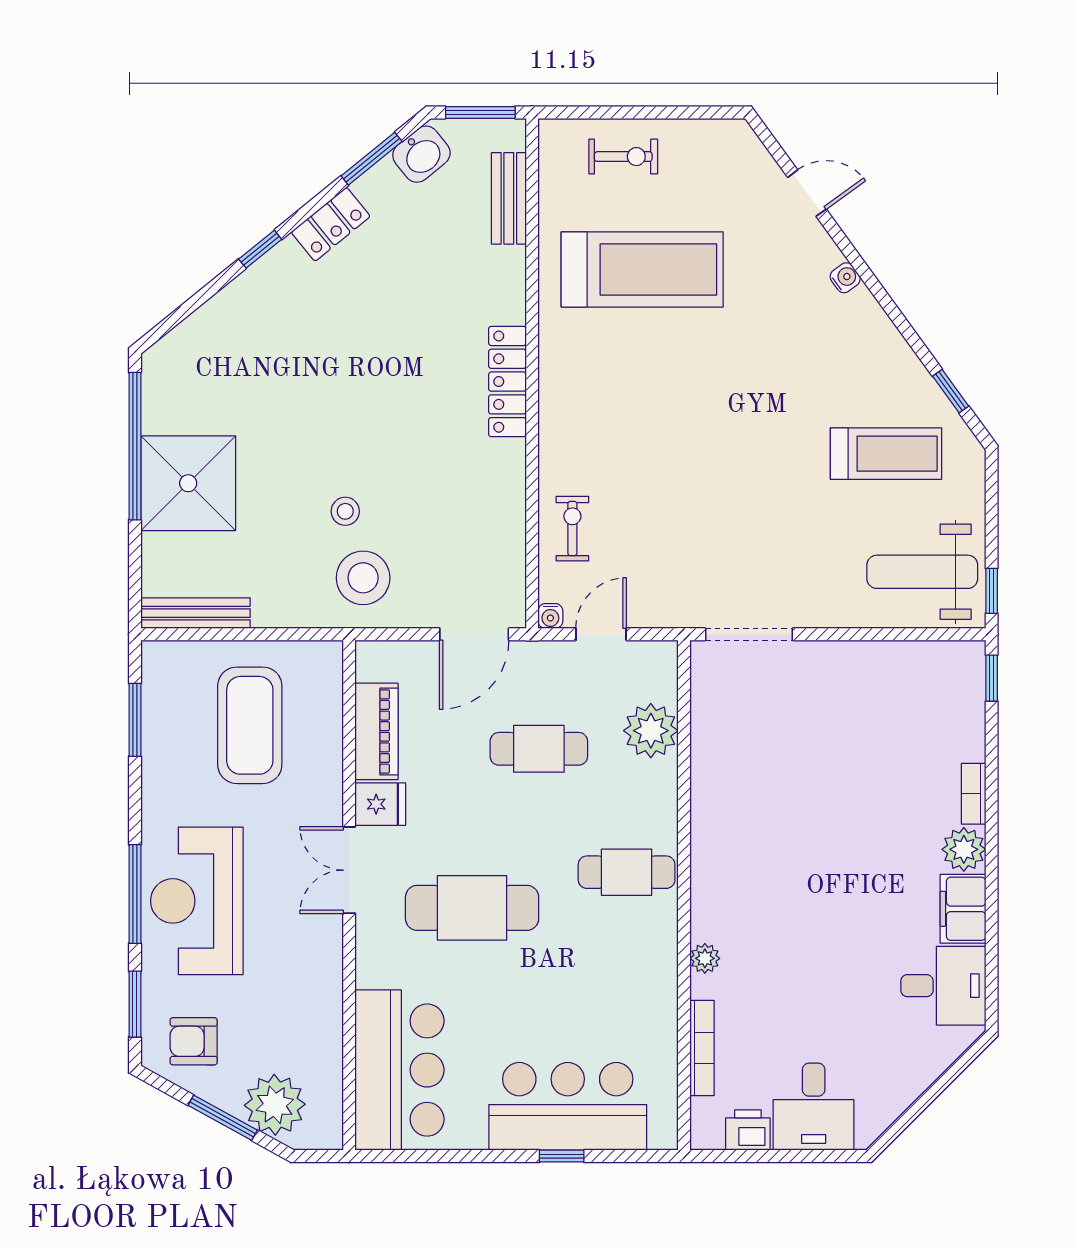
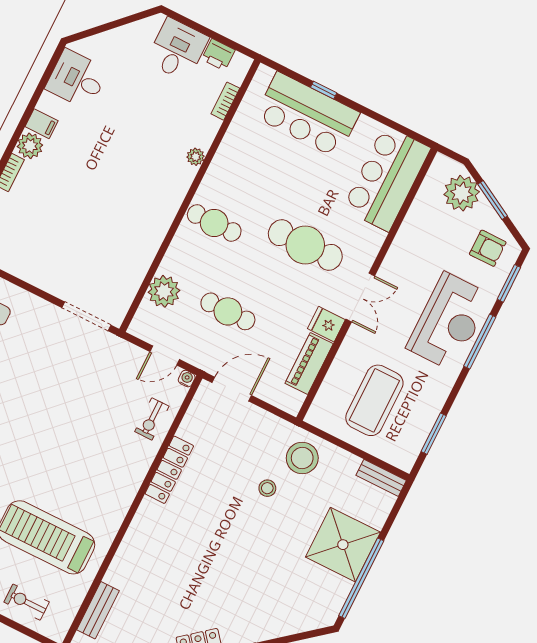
locker: (507, 382) -> (169, 470), moved
stool: (363, 578) -> (302, 458), moved
bench: (196, 613) -> (381, 478), width x0.73
filing cabinet: (963, 909) -> (42, 124), width x0.50
bookcase: (702, 1048) -> (225, 101), width x0.64

